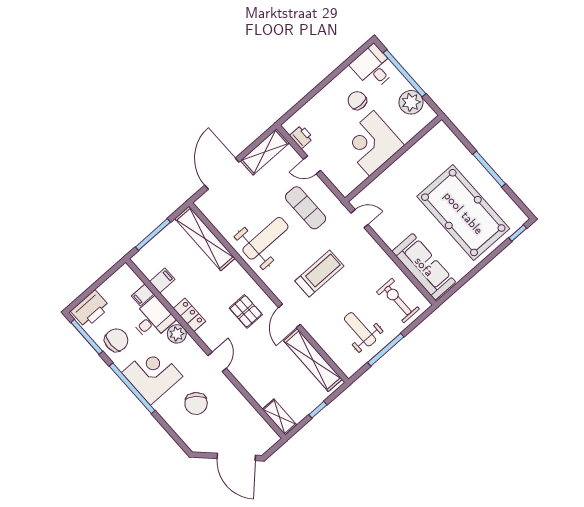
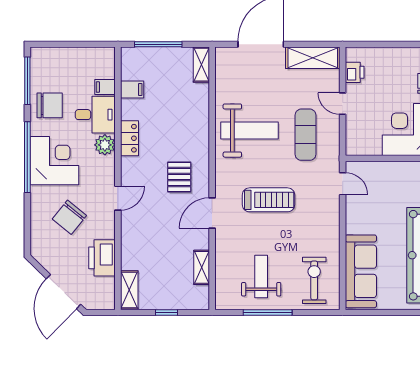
shelving: (205, 238) -> (201, 65), width x0.45, depth x0.75
printer: (90, 309) -> (102, 258), moved, turned 90
shelving: (313, 360) -> (202, 267), width x0.45, depth x0.75

